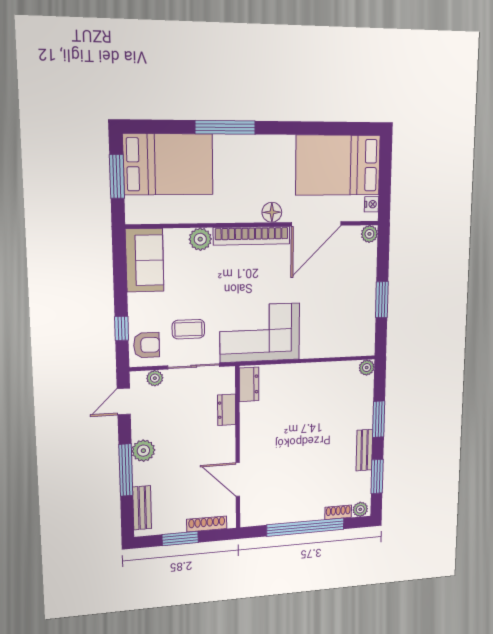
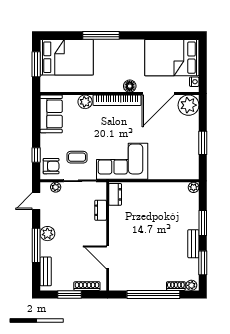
plant: (369, 234) -> (188, 105), width x1.87, depth x1.87

